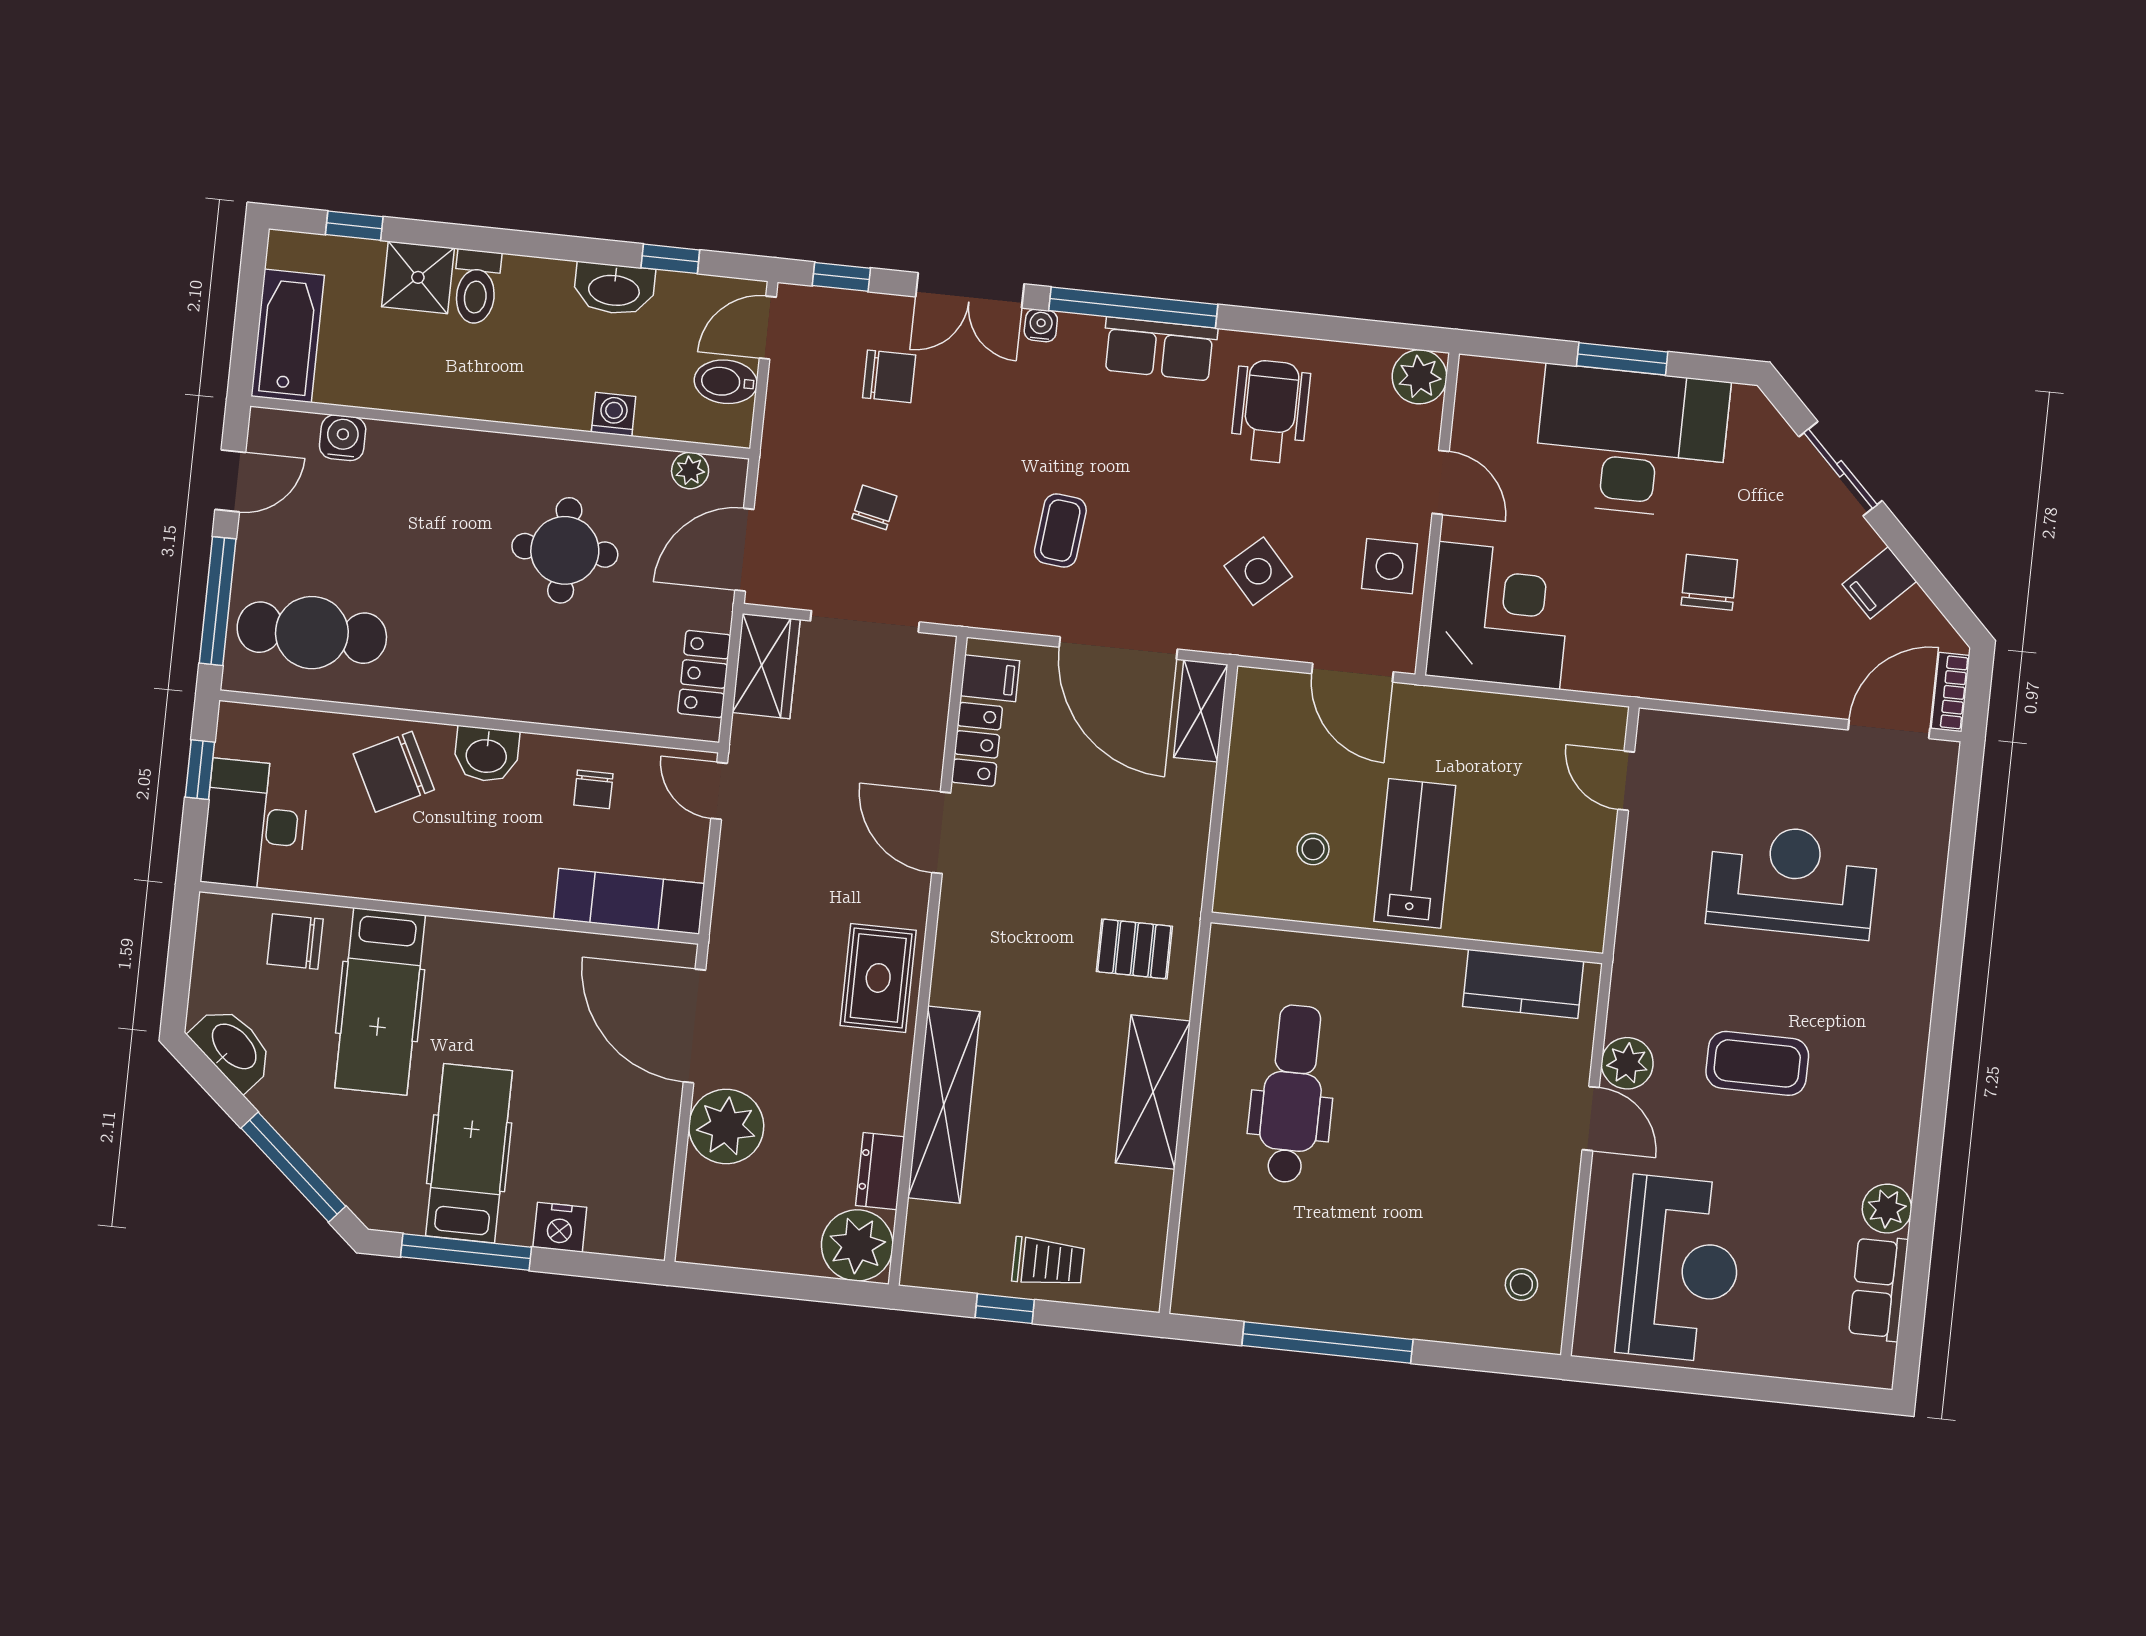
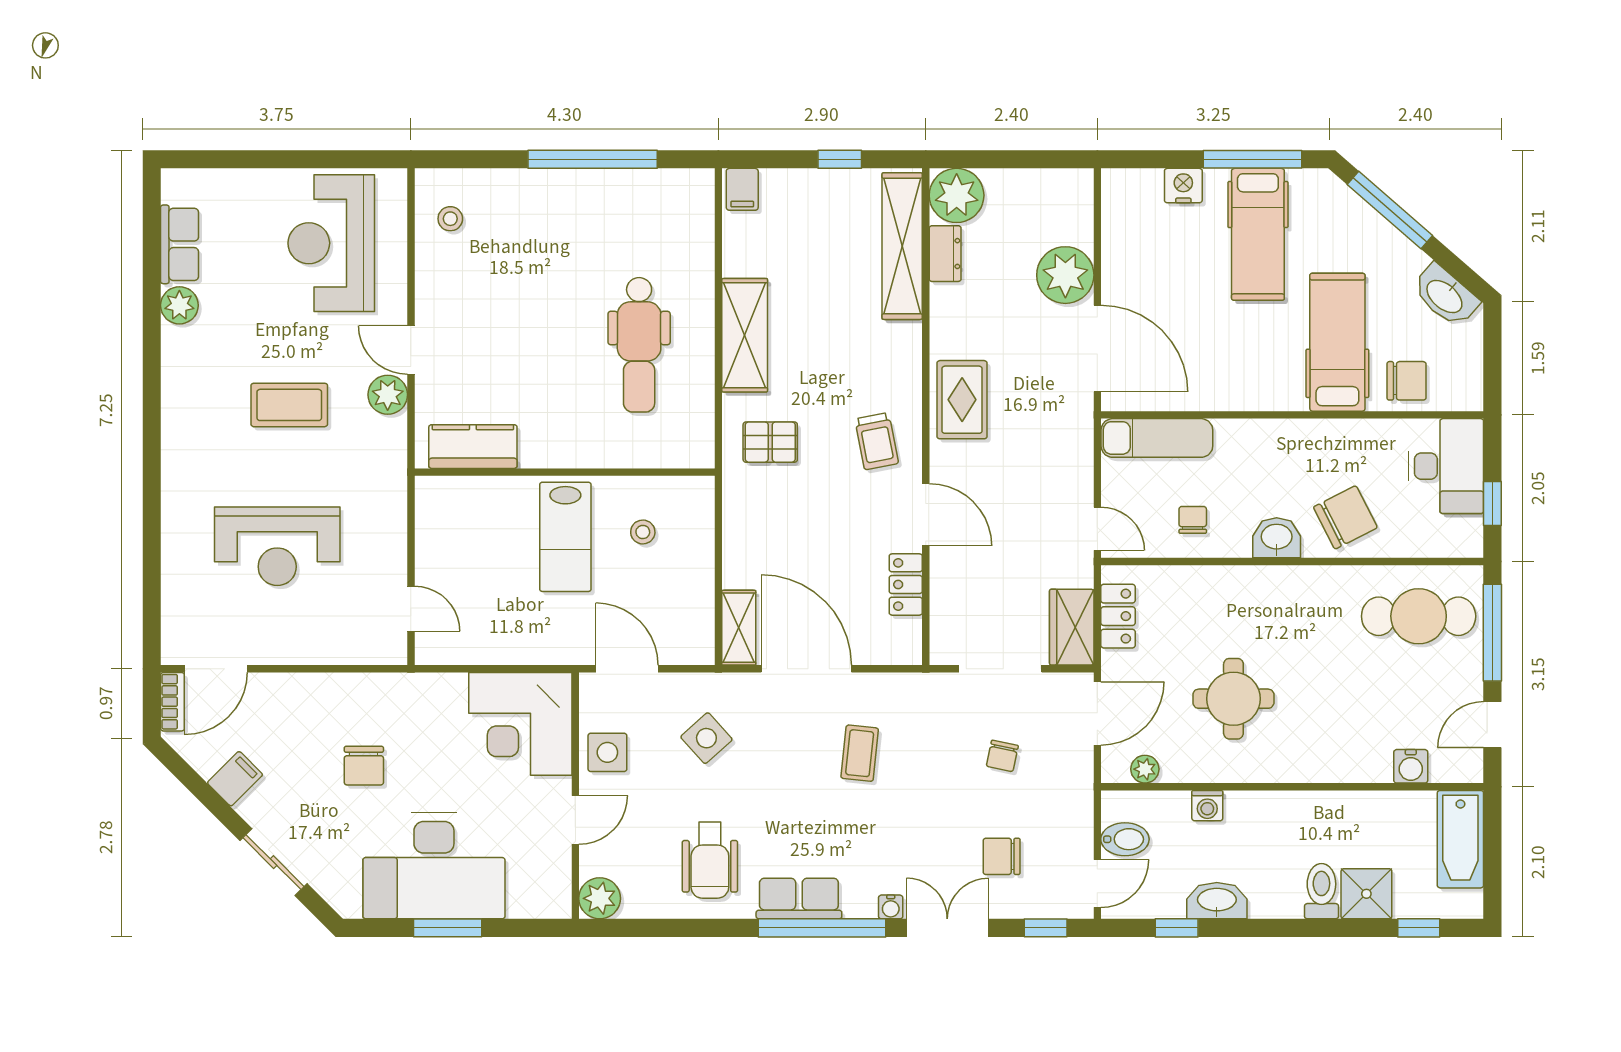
door: (1441, 482) -> (575, 820), swing flipped
filing cabinet: (990, 678) -> (742, 189), moved, turned -90
shelving: (944, 1105) -> (902, 246), moved
trolley: (1048, 1262) -> (877, 441), moved, turned -101

